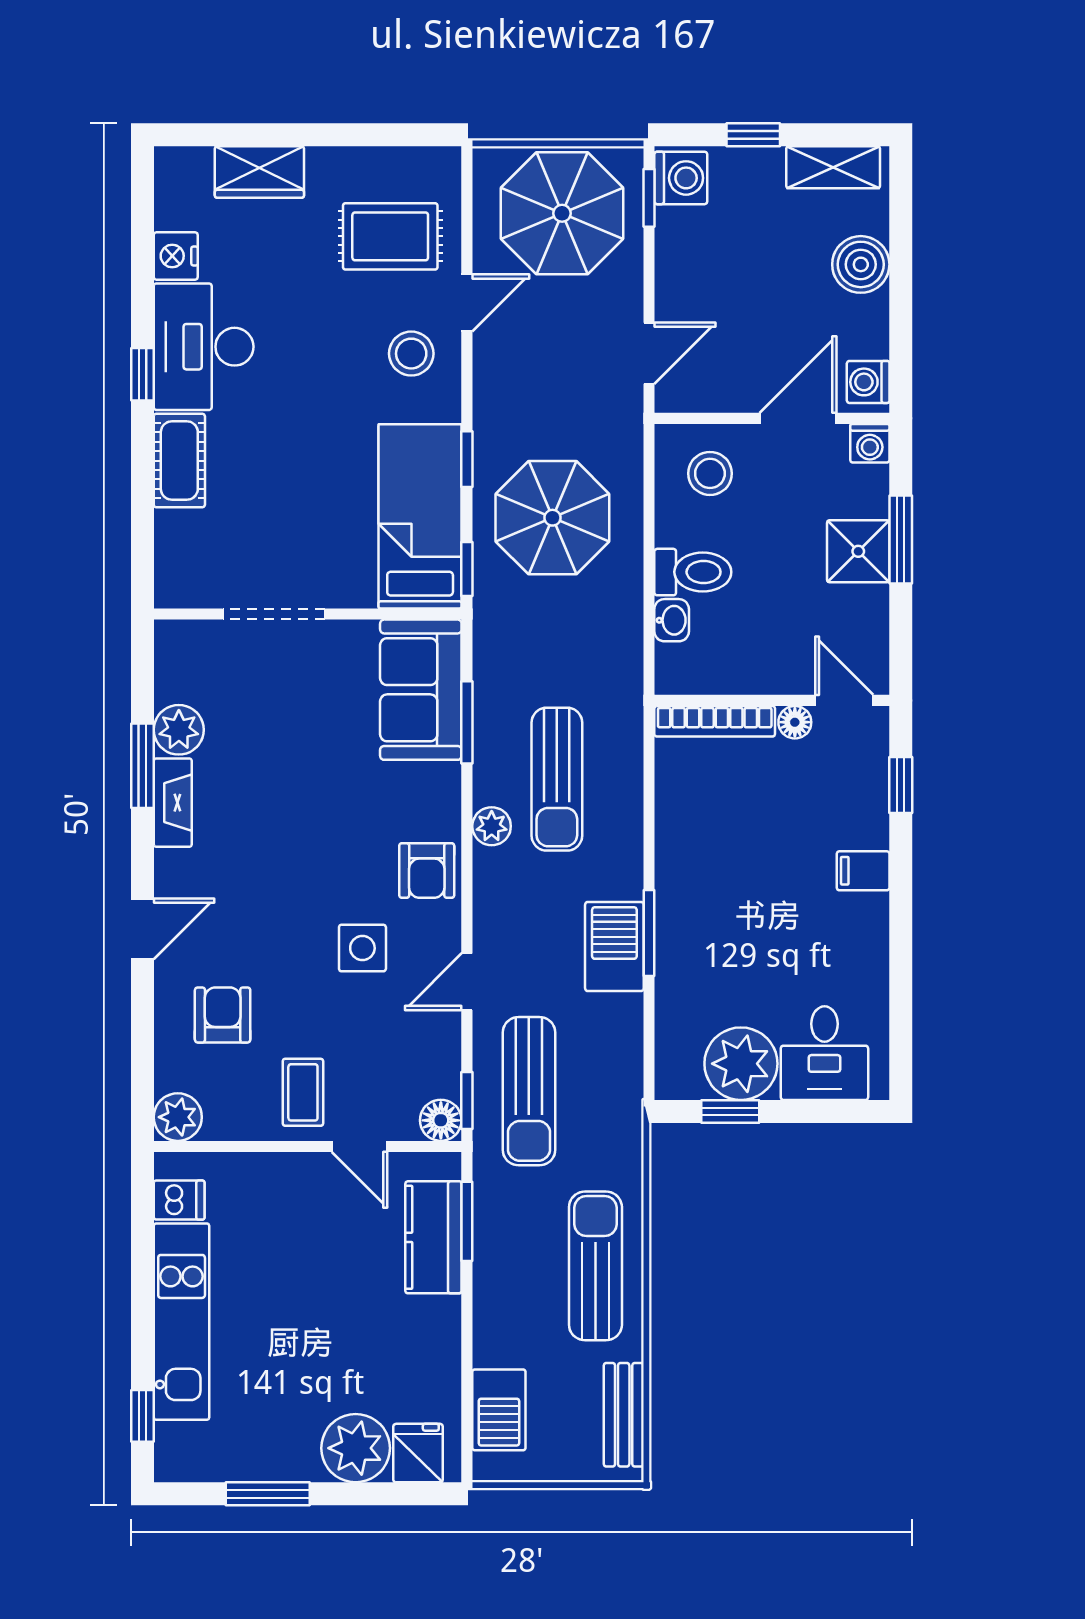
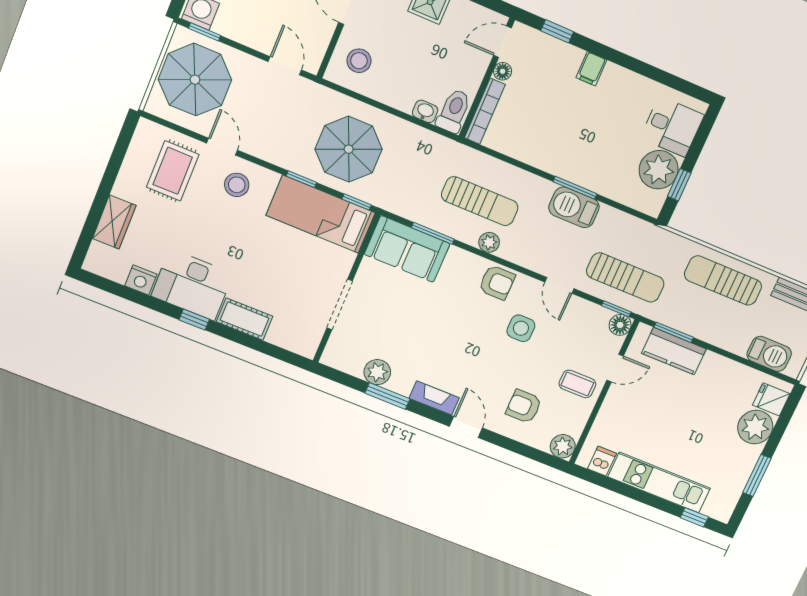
toilet: (693, 572) -> (454, 111), moved
fireplace: (173, 803) -> (434, 398), moved

